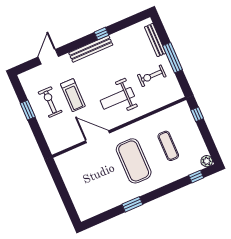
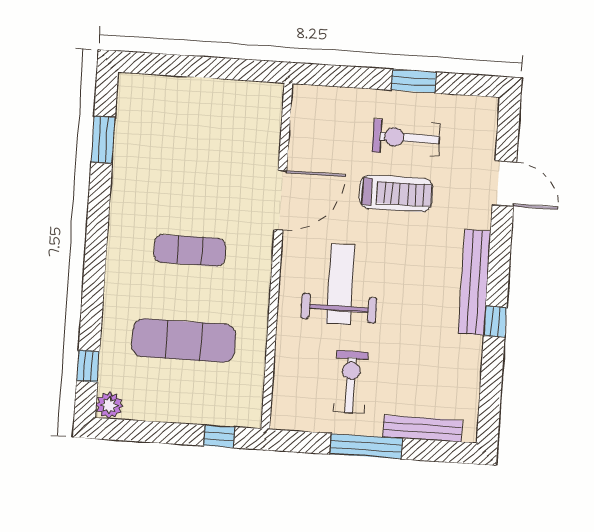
treadmill: (73, 95) -> (396, 193), turned 180
exercise bike: (50, 102) -> (406, 138), turned 180
exercise mat: (168, 146) -> (184, 340), width x1.36, depth x1.45
exercise mat: (134, 161) -> (190, 250), width x0.50, depth x0.69
window: (132, 204) -> (103, 140), moved

